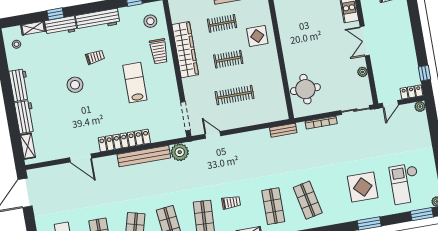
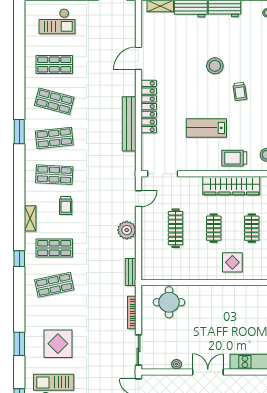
lab bench: (135, 83) -> (206, 128), turned 180
plant: (180, 152) -> (127, 230), moved

